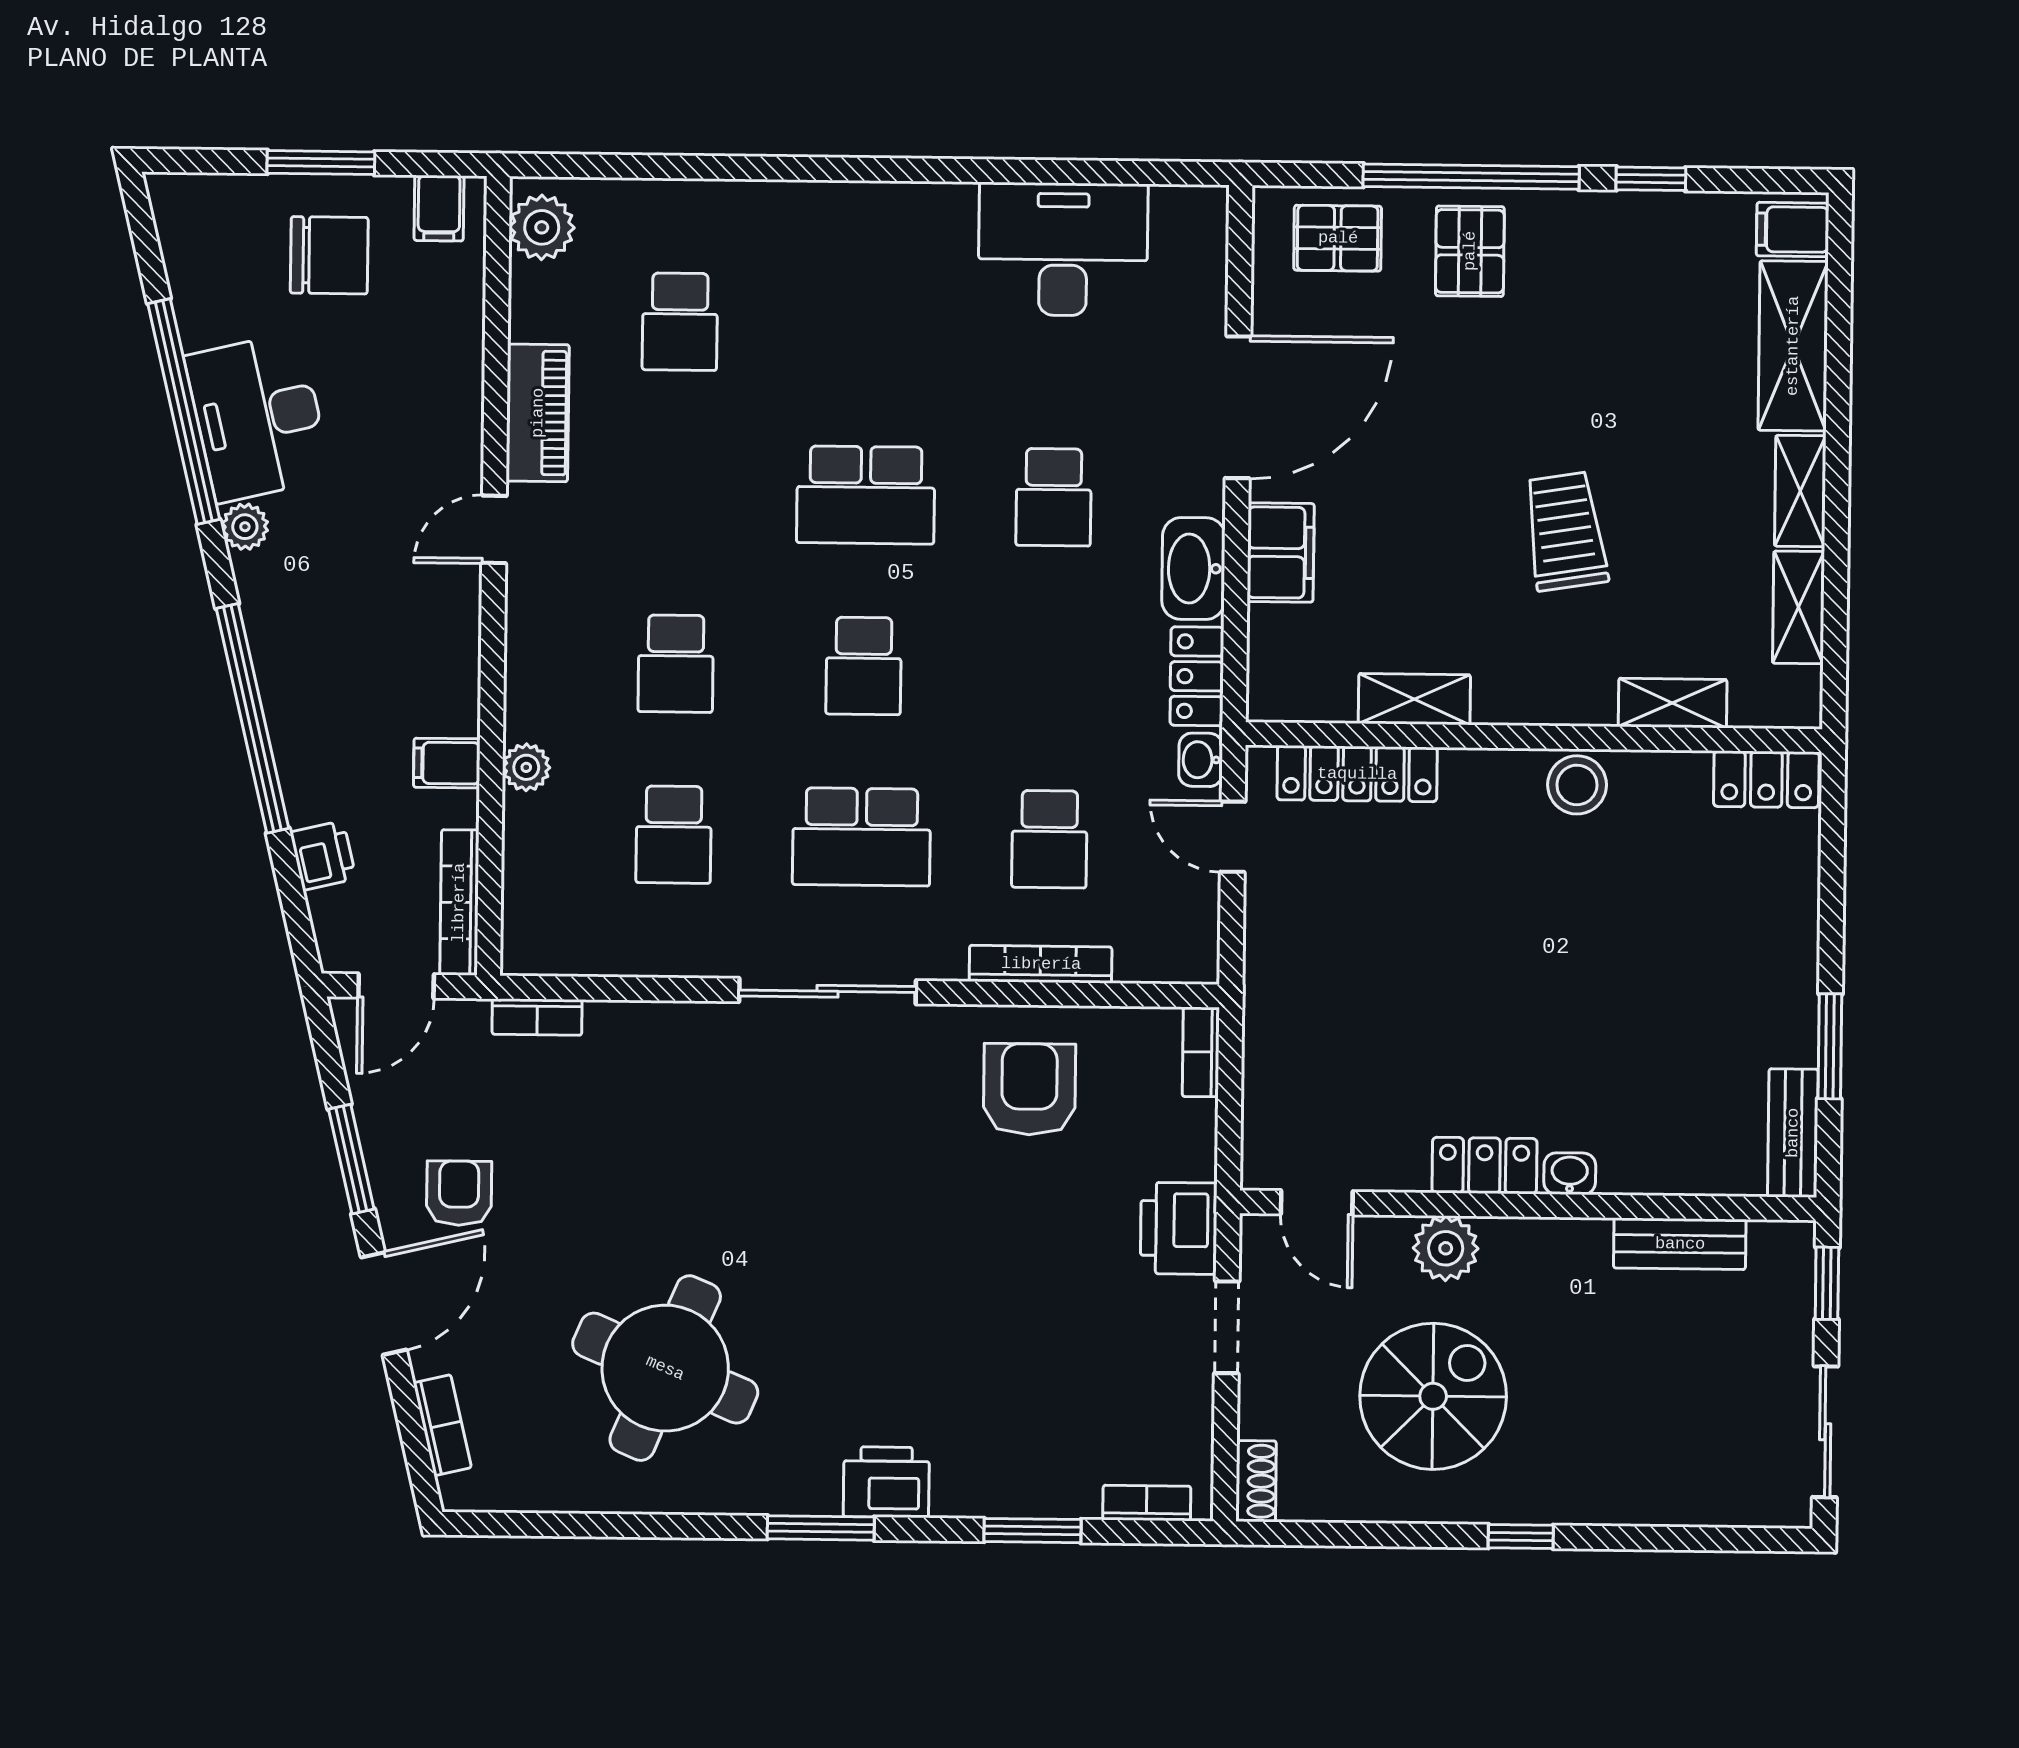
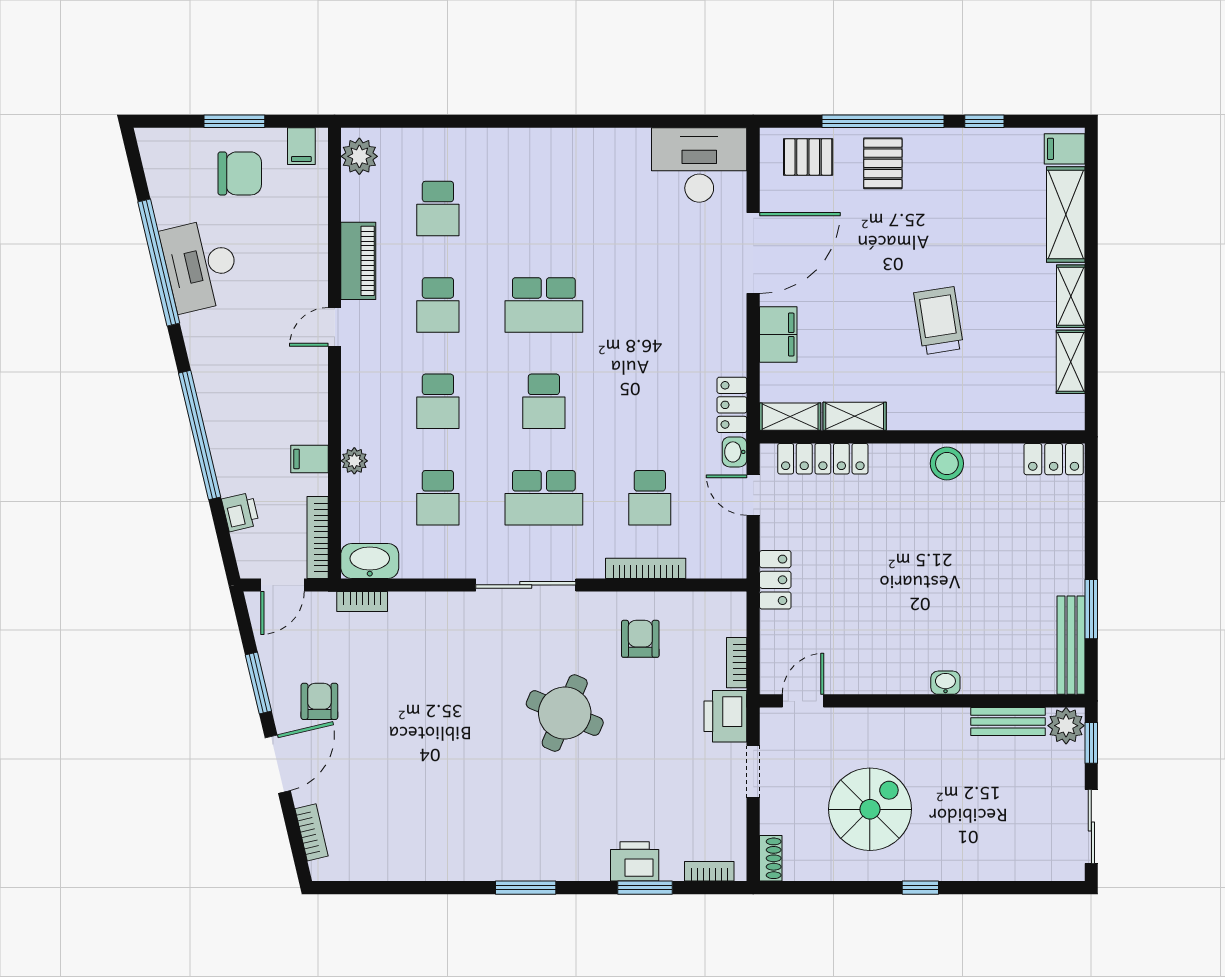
desk: (1063, 249) -> (699, 165), moved
school desk: (1054, 497) -> (438, 305), moved
plant: (245, 527) -> (194, 327), removed
washbasin: (1193, 569) -> (370, 561), moved, turned 90
shelving: (1673, 703) -> (790, 417), moved
bookcase: (1201, 1052) -> (737, 663), moved
armchair: (1029, 1089) -> (640, 639), width x0.72, depth x0.72
bench: (1793, 1133) -> (1071, 645), width x1.36
locker: (1484, 1166) -> (775, 580), moved, turned 90
door: (1317, 1203) -> (803, 701), swing flipped
plant: (1446, 1248) -> (1066, 726), moved
round table: (665, 1368) -> (565, 713), moved, width x0.73, depth x0.73
printer: (886, 1482) -> (635, 861), moved

